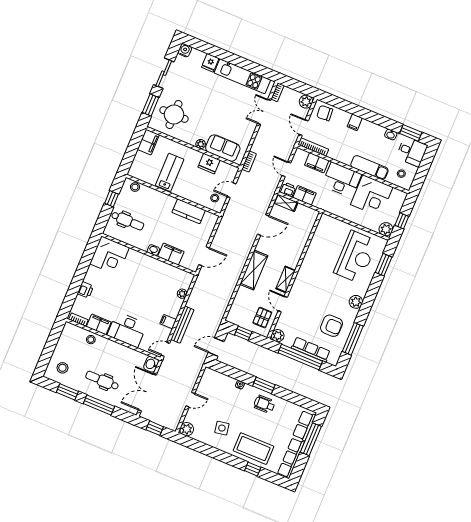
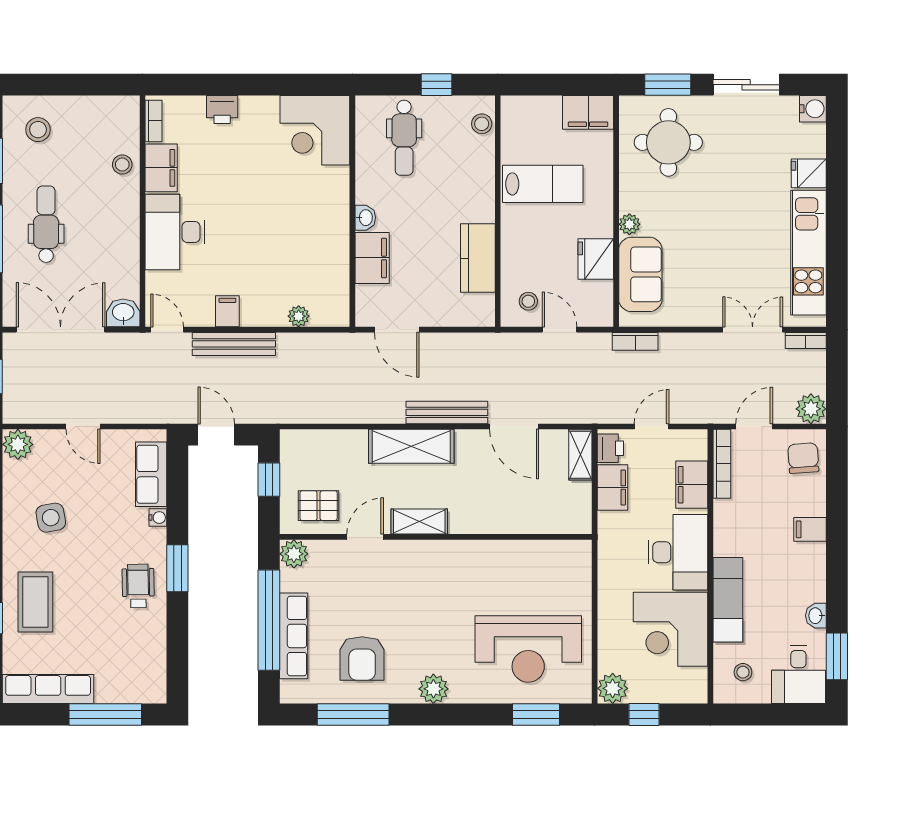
bench: (246, 250) -> (447, 412), added
row of seats: (304, 426) -> (151, 474), moved, turned -90
coffee table: (254, 449) -> (35, 602), width x0.73, depth x0.76

